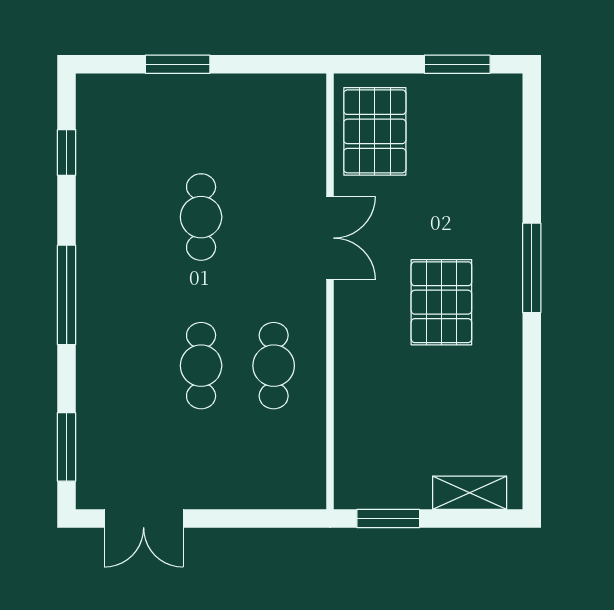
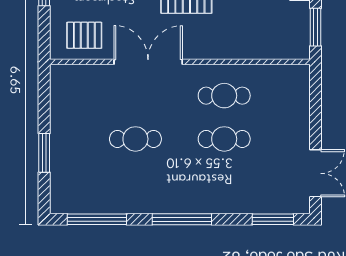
pallet: (375, 131) -> (84, 35), width x0.67, depth x0.71
window: (67, 152) -> (97, 219), width x2.17
double door: (330, 238) -> (148, 62), width x1.37

